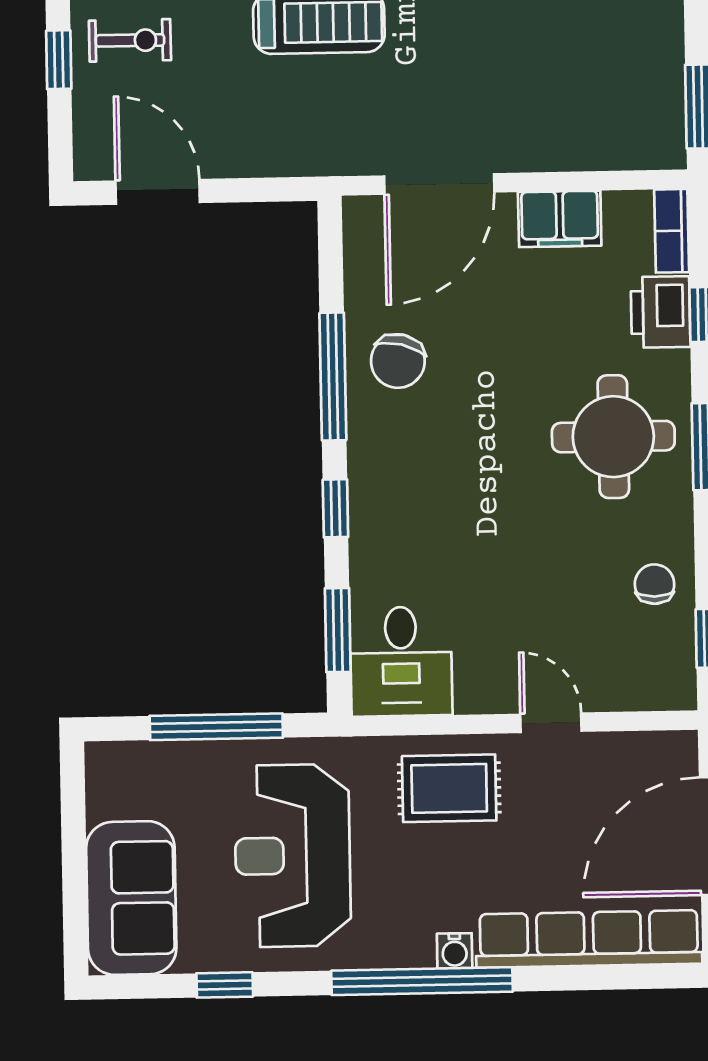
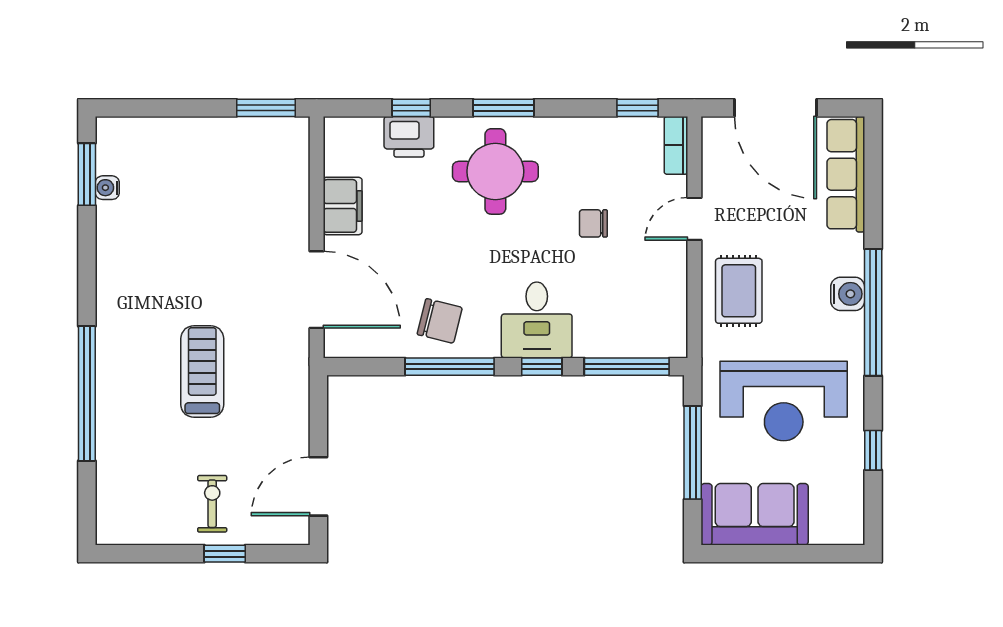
bookcase: (672, 231) -> (676, 145), moved, turned 90
chair: (655, 584) -> (593, 223), moved
window: (338, 630) -> (627, 367), width x1.44
desk: (401, 661) -> (537, 320), moved, turned 90
sofa: (131, 898) -> (755, 514), moved
row of seats: (589, 939) -> (846, 174), width x0.73
water cooler: (455, 951) -> (848, 294), width x1.38, depth x1.38

